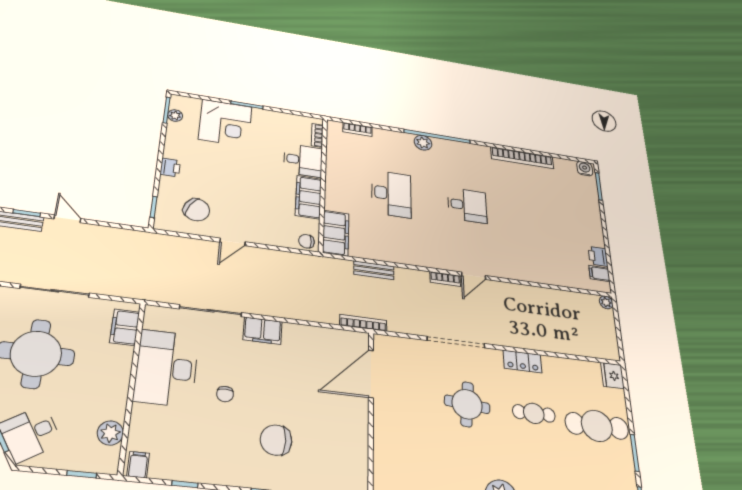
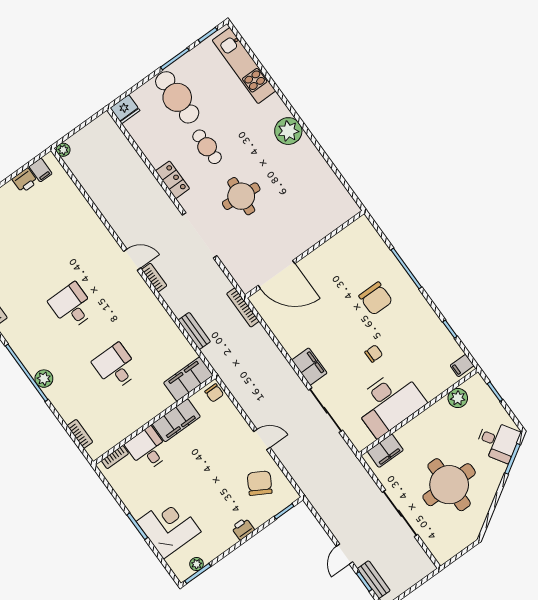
desk: (391, 194) -> (116, 367), width x0.73

